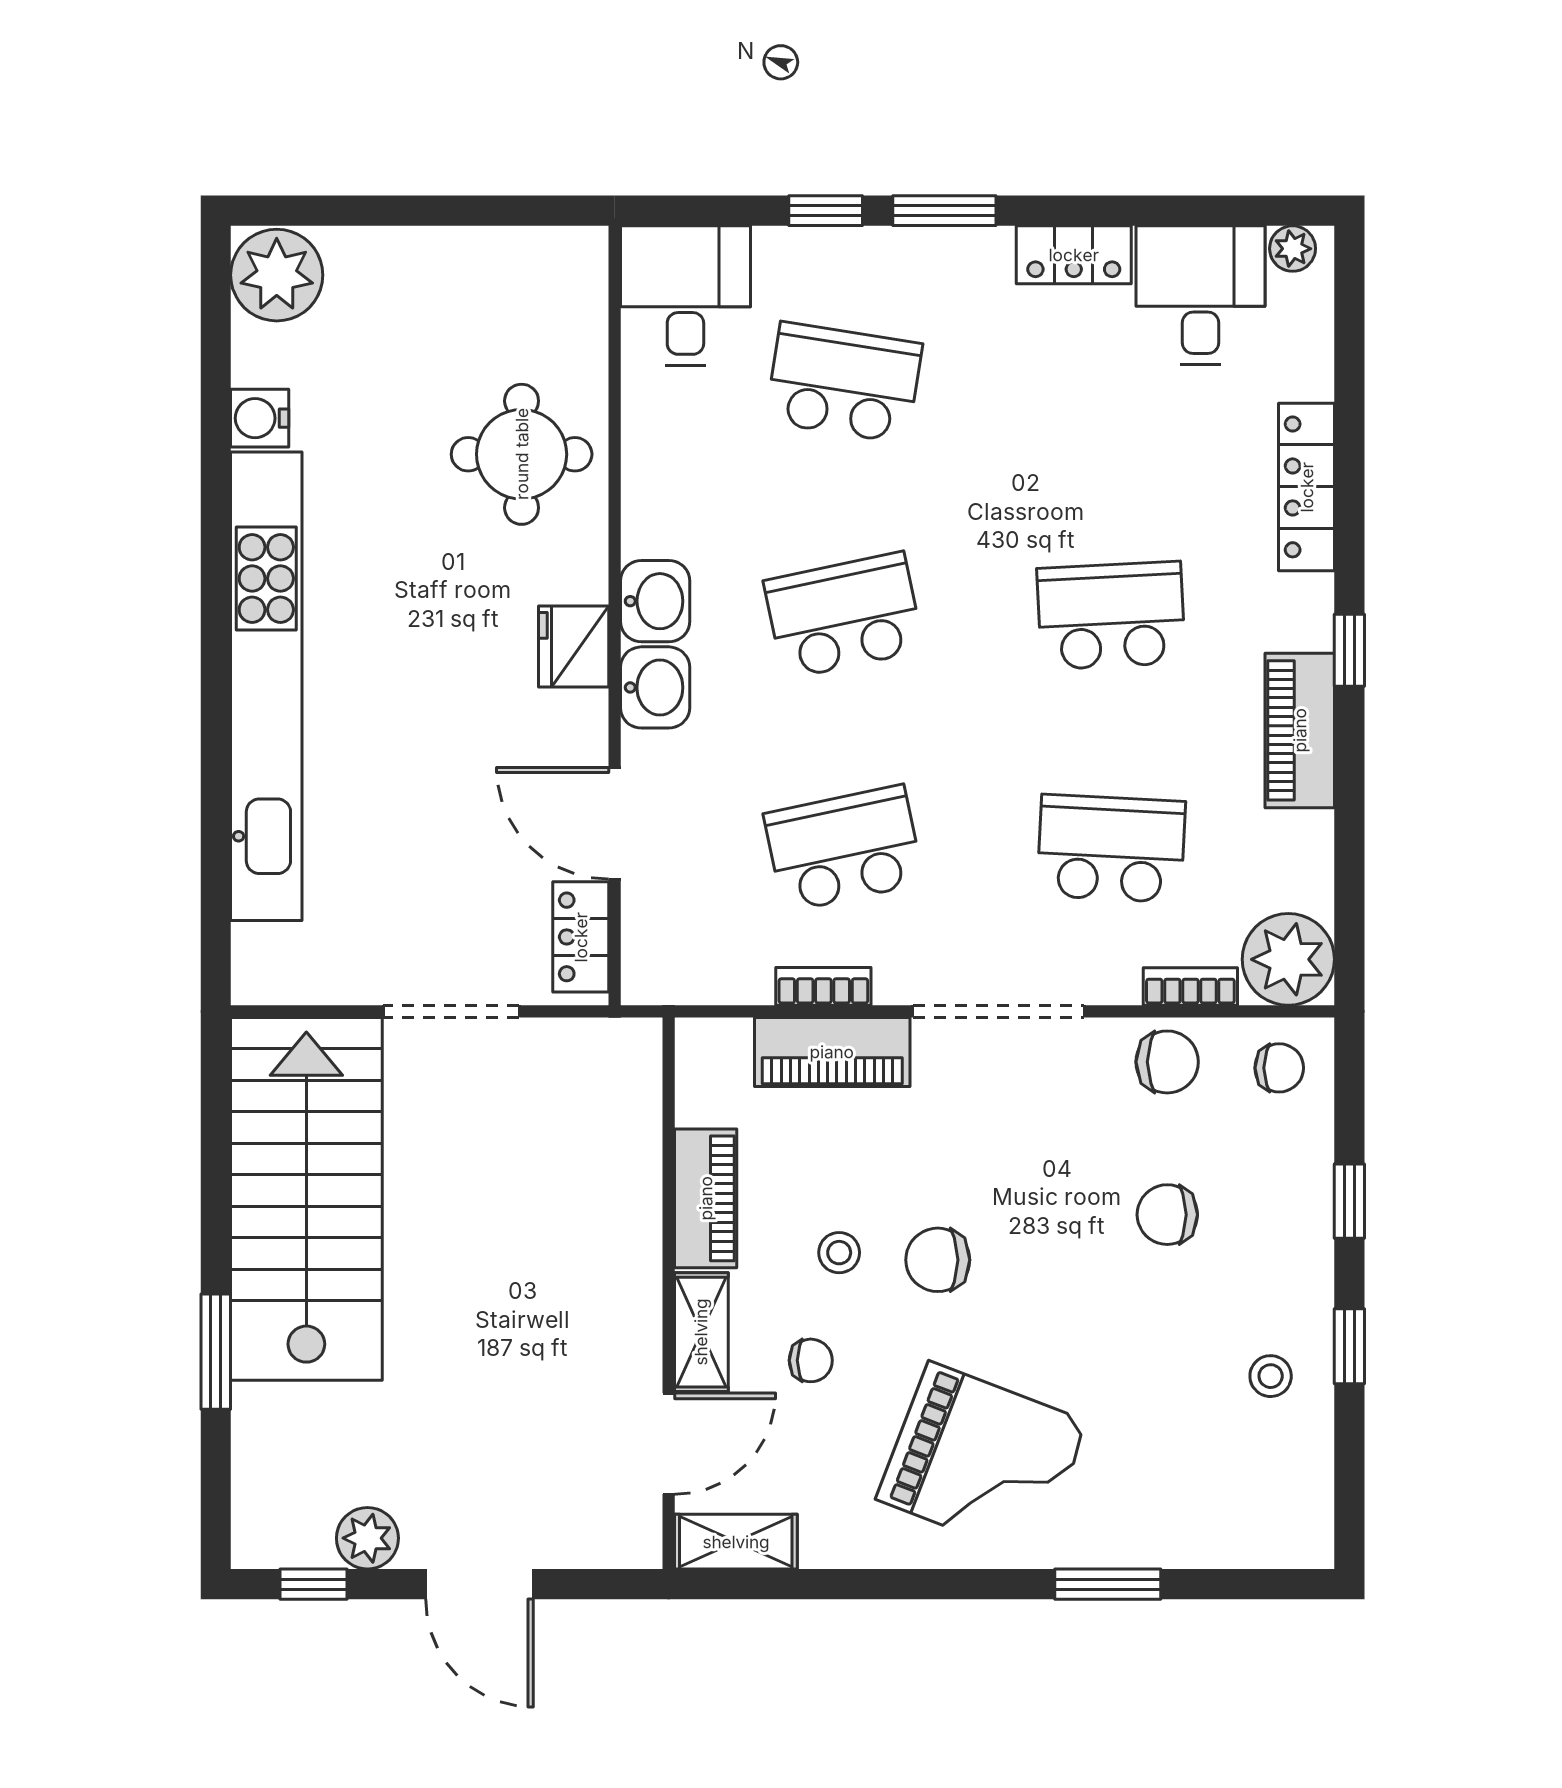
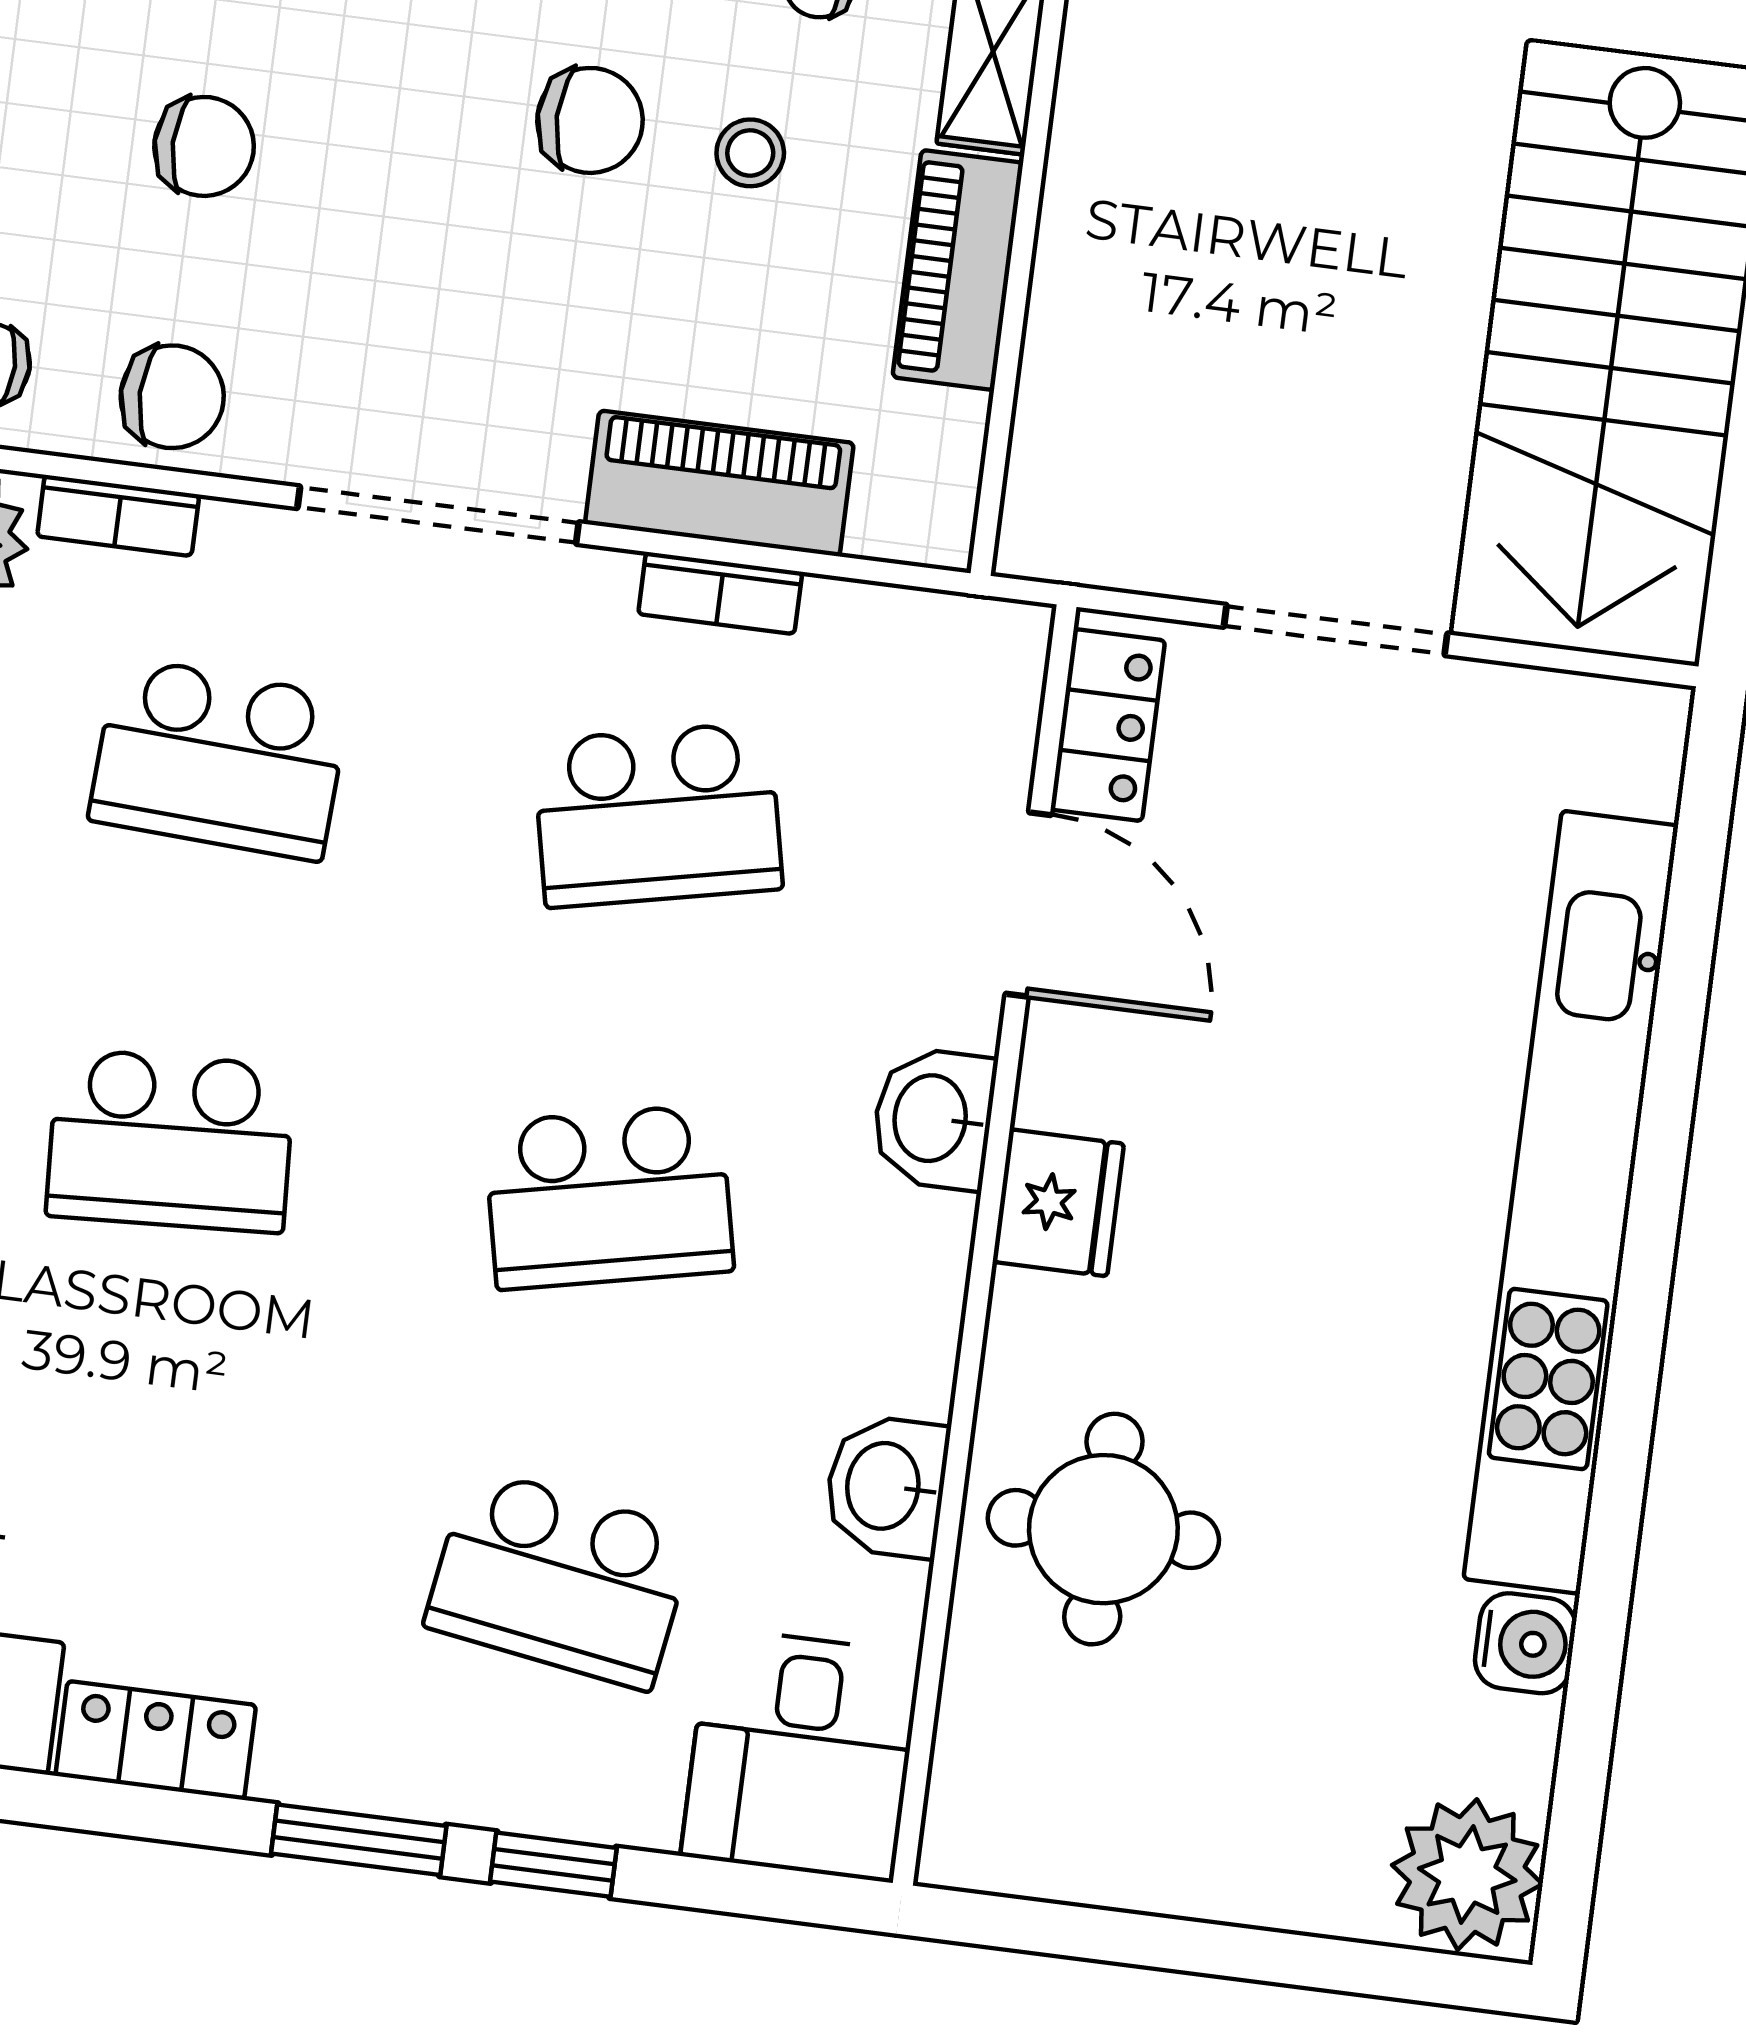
washbasin: (655, 601) -> (886, 1486), moved
chair: (1167, 1062) -> (172, 397), turned 180

